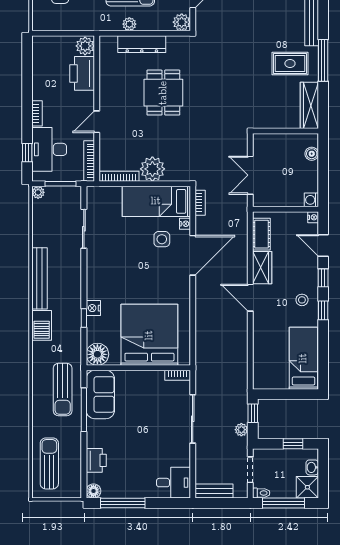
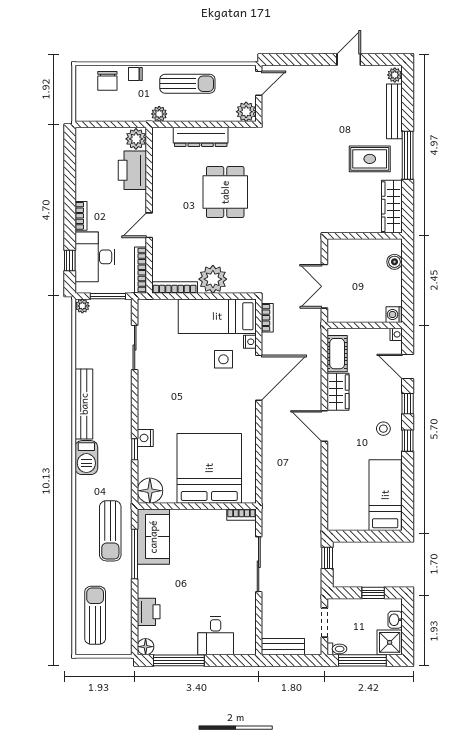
plant: (129, 24) -> (159, 114), moved
plant: (241, 430) -> (314, 577), removed
desk: (174, 483) -> (216, 636), moved, turned 90

